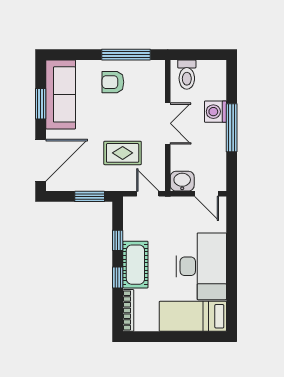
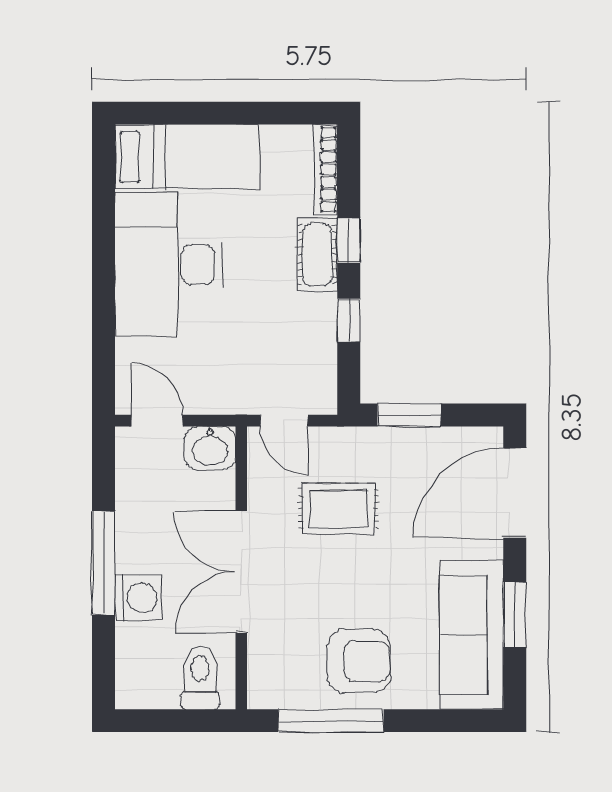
armchair: (113, 82) -> (359, 661), width x1.38, depth x1.38
double door: (168, 123) -> (241, 572), width x1.37
cot: (135, 265) -> (317, 255), width x0.73, depth x0.75

